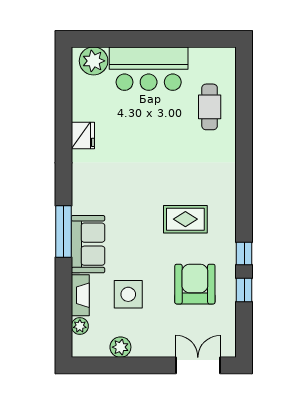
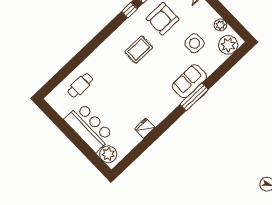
rug: (185, 219) -> (139, 50), turned 90
fireplace: (80, 295) -> (215, 64), removed
plant: (80, 326) -> (228, 45), width x1.88, depth x1.88

